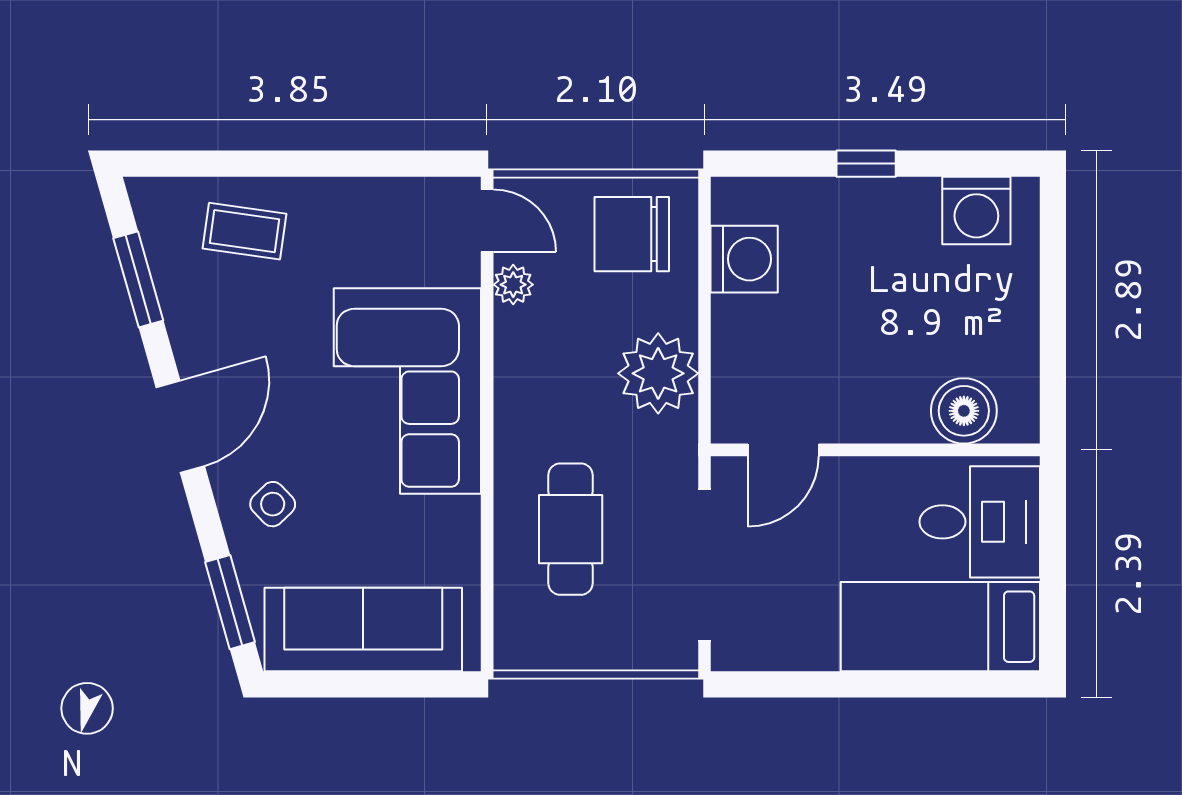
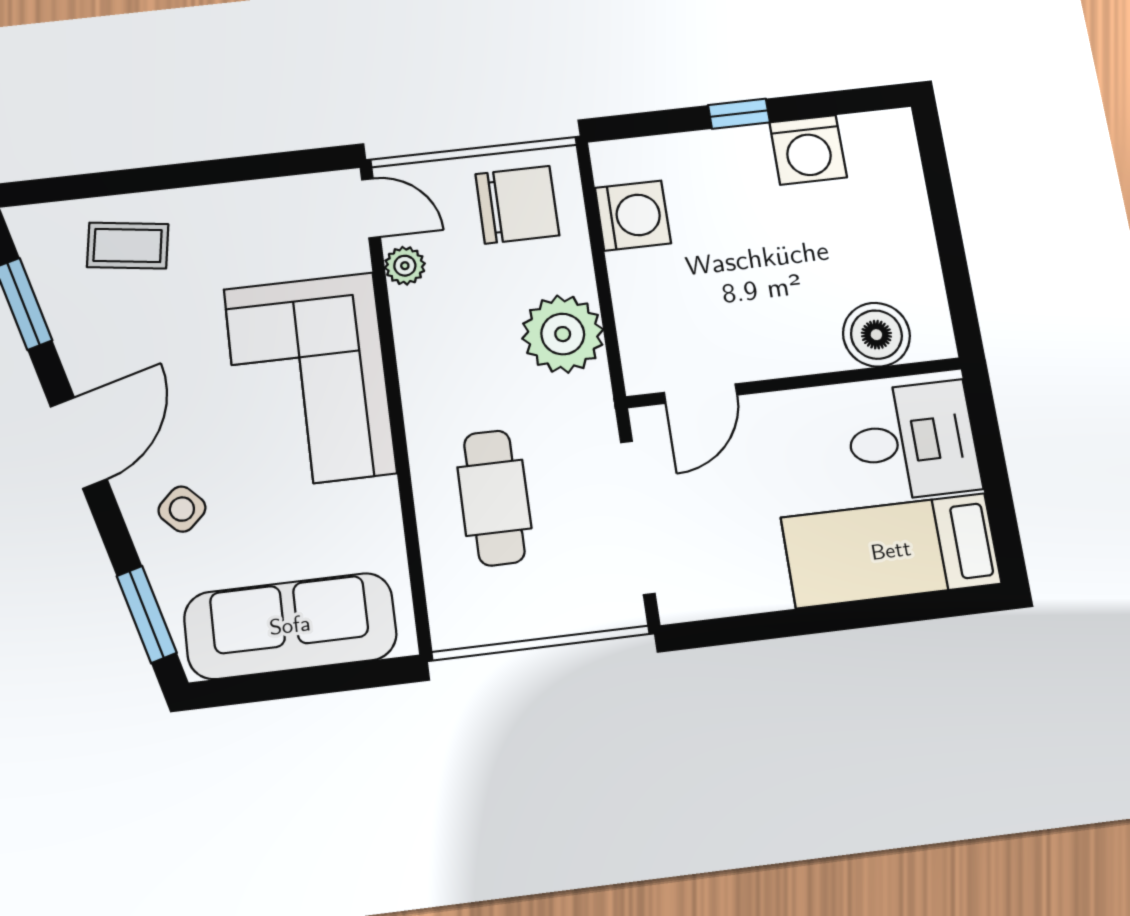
washing machine: (976, 210) -> (808, 150), moved
chair: (632, 234) -> (517, 205), turned 180

